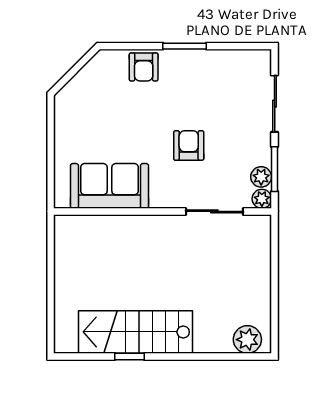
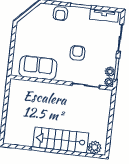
tv unit: (236, 60) -> (104, 15), added
stairs: (135, 332) -> (61, 140), moved

